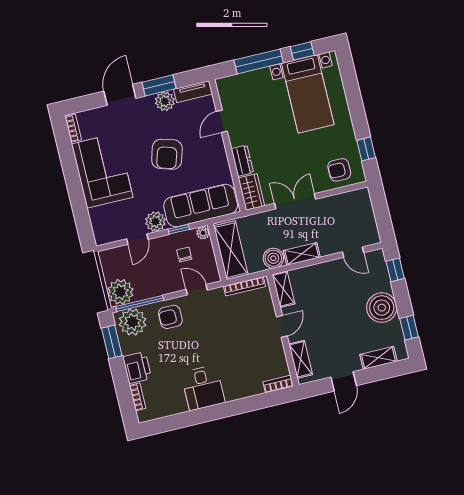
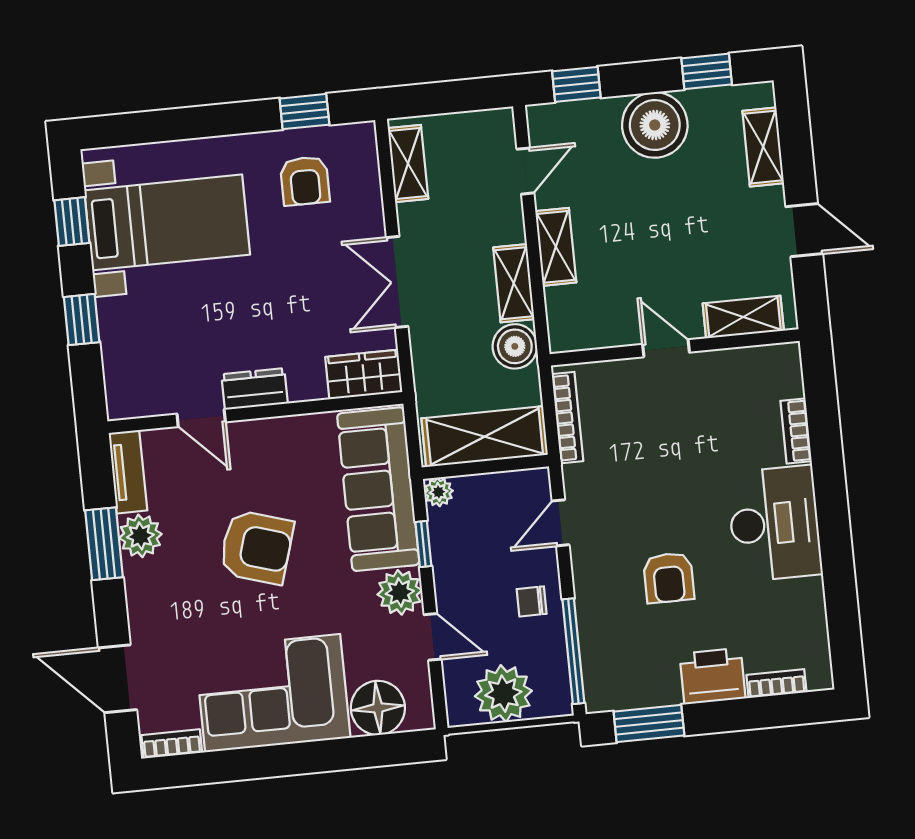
window: (259, 61) -> (82, 320), width x0.46
door: (120, 95) -> (118, 679), moved
dresser: (242, 161) -> (255, 389), moved
armchair: (339, 170) -> (305, 181), moved
shelving: (349, 199) -> (408, 163), added
floor lamp: (102, 219) -> (378, 708), added
chair: (184, 255) -> (532, 601), moved
shelving: (283, 289) -> (556, 247), moved, turned 90
plant: (120, 292) -> (503, 694), moved
armchair: (170, 317) -> (669, 578), moved
plant: (133, 322) -> (612, 672), removed
bookcase: (278, 384) -> (796, 431), moved
desk: (203, 388) -> (774, 523), width x1.37

